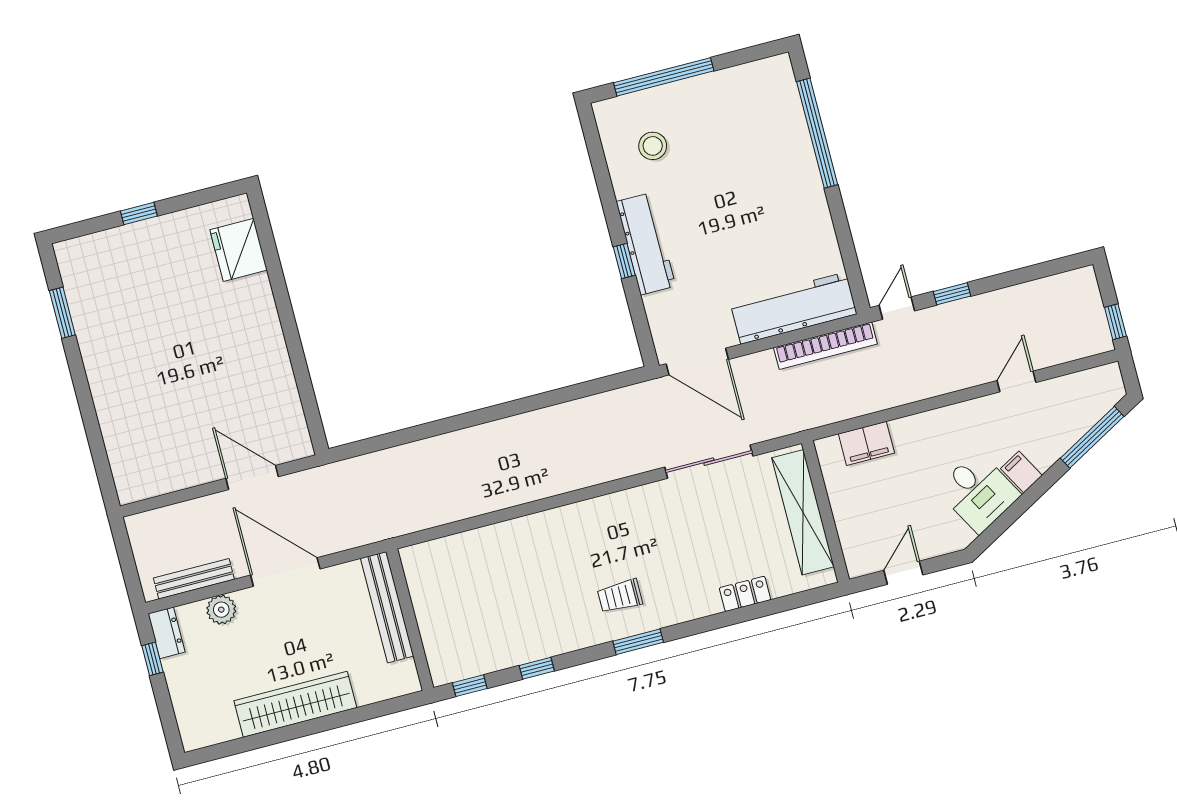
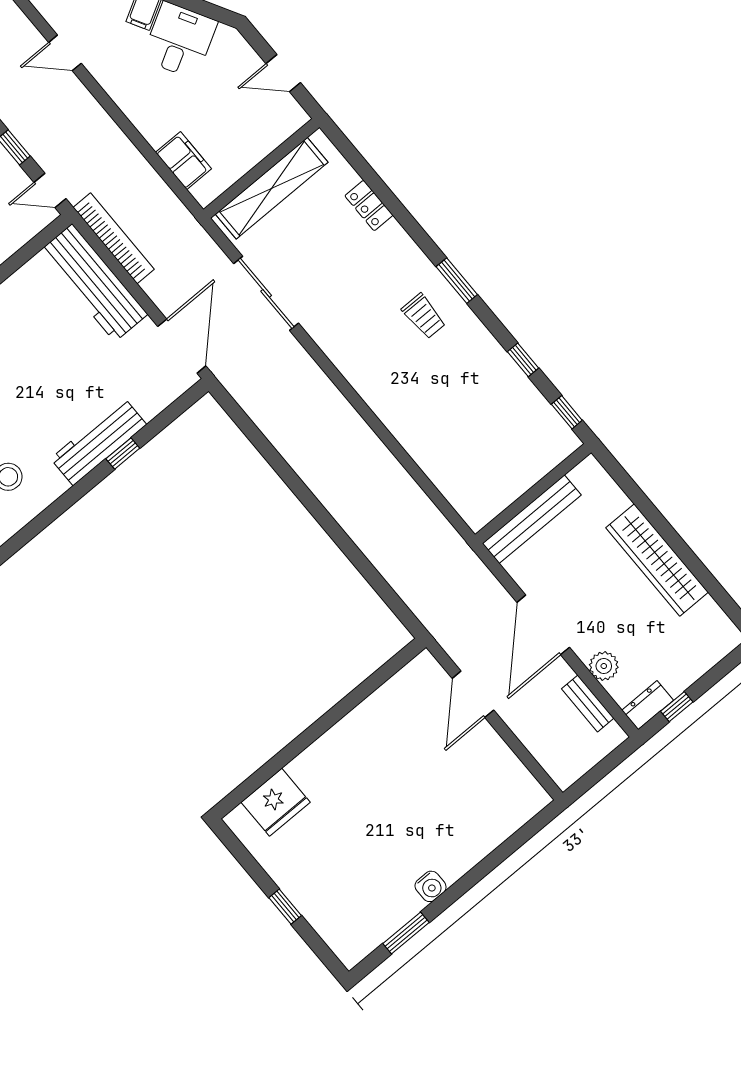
water cooler: (94, 355) -> (431, 886), added
bench: (194, 579) -> (588, 703), width x0.73

